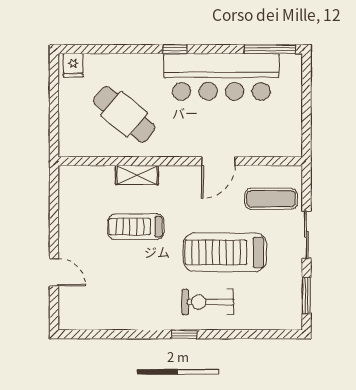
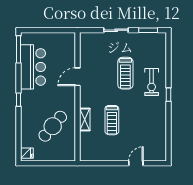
bar counter: (221, 77) -> (33, 67), width x0.73
door: (218, 161) -> (77, 77), swing flipped
exercise mat: (271, 199) -> (97, 49), removed
treadmill: (225, 252) -> (125, 73), width x0.73, depth x0.73

